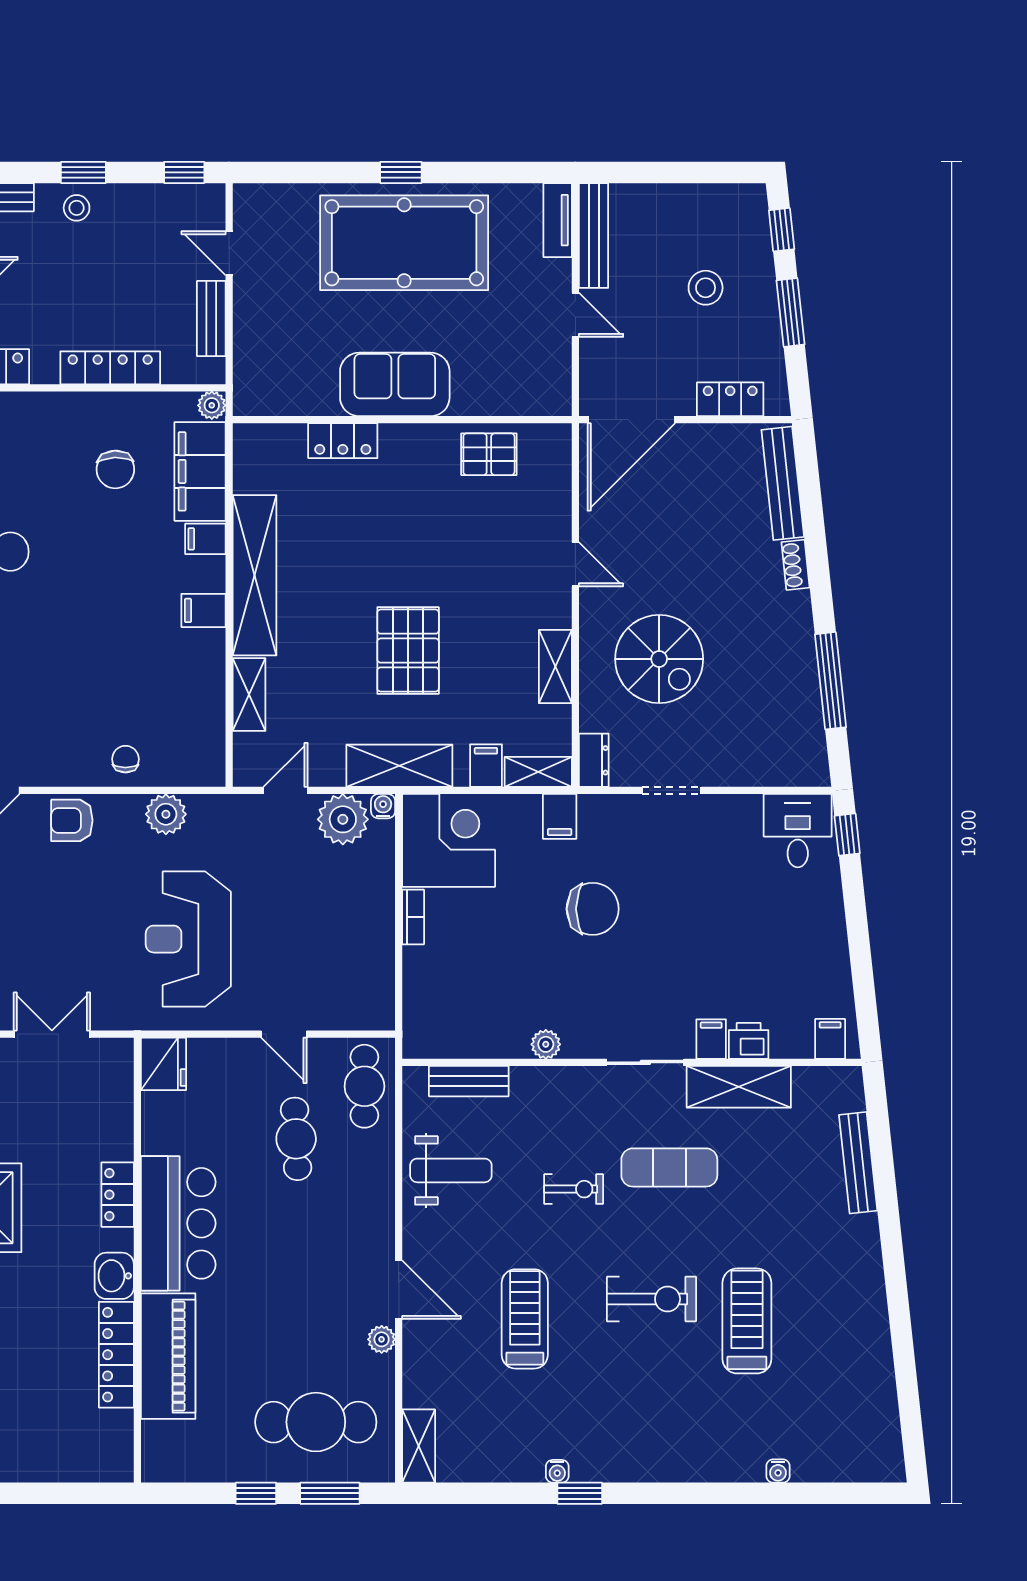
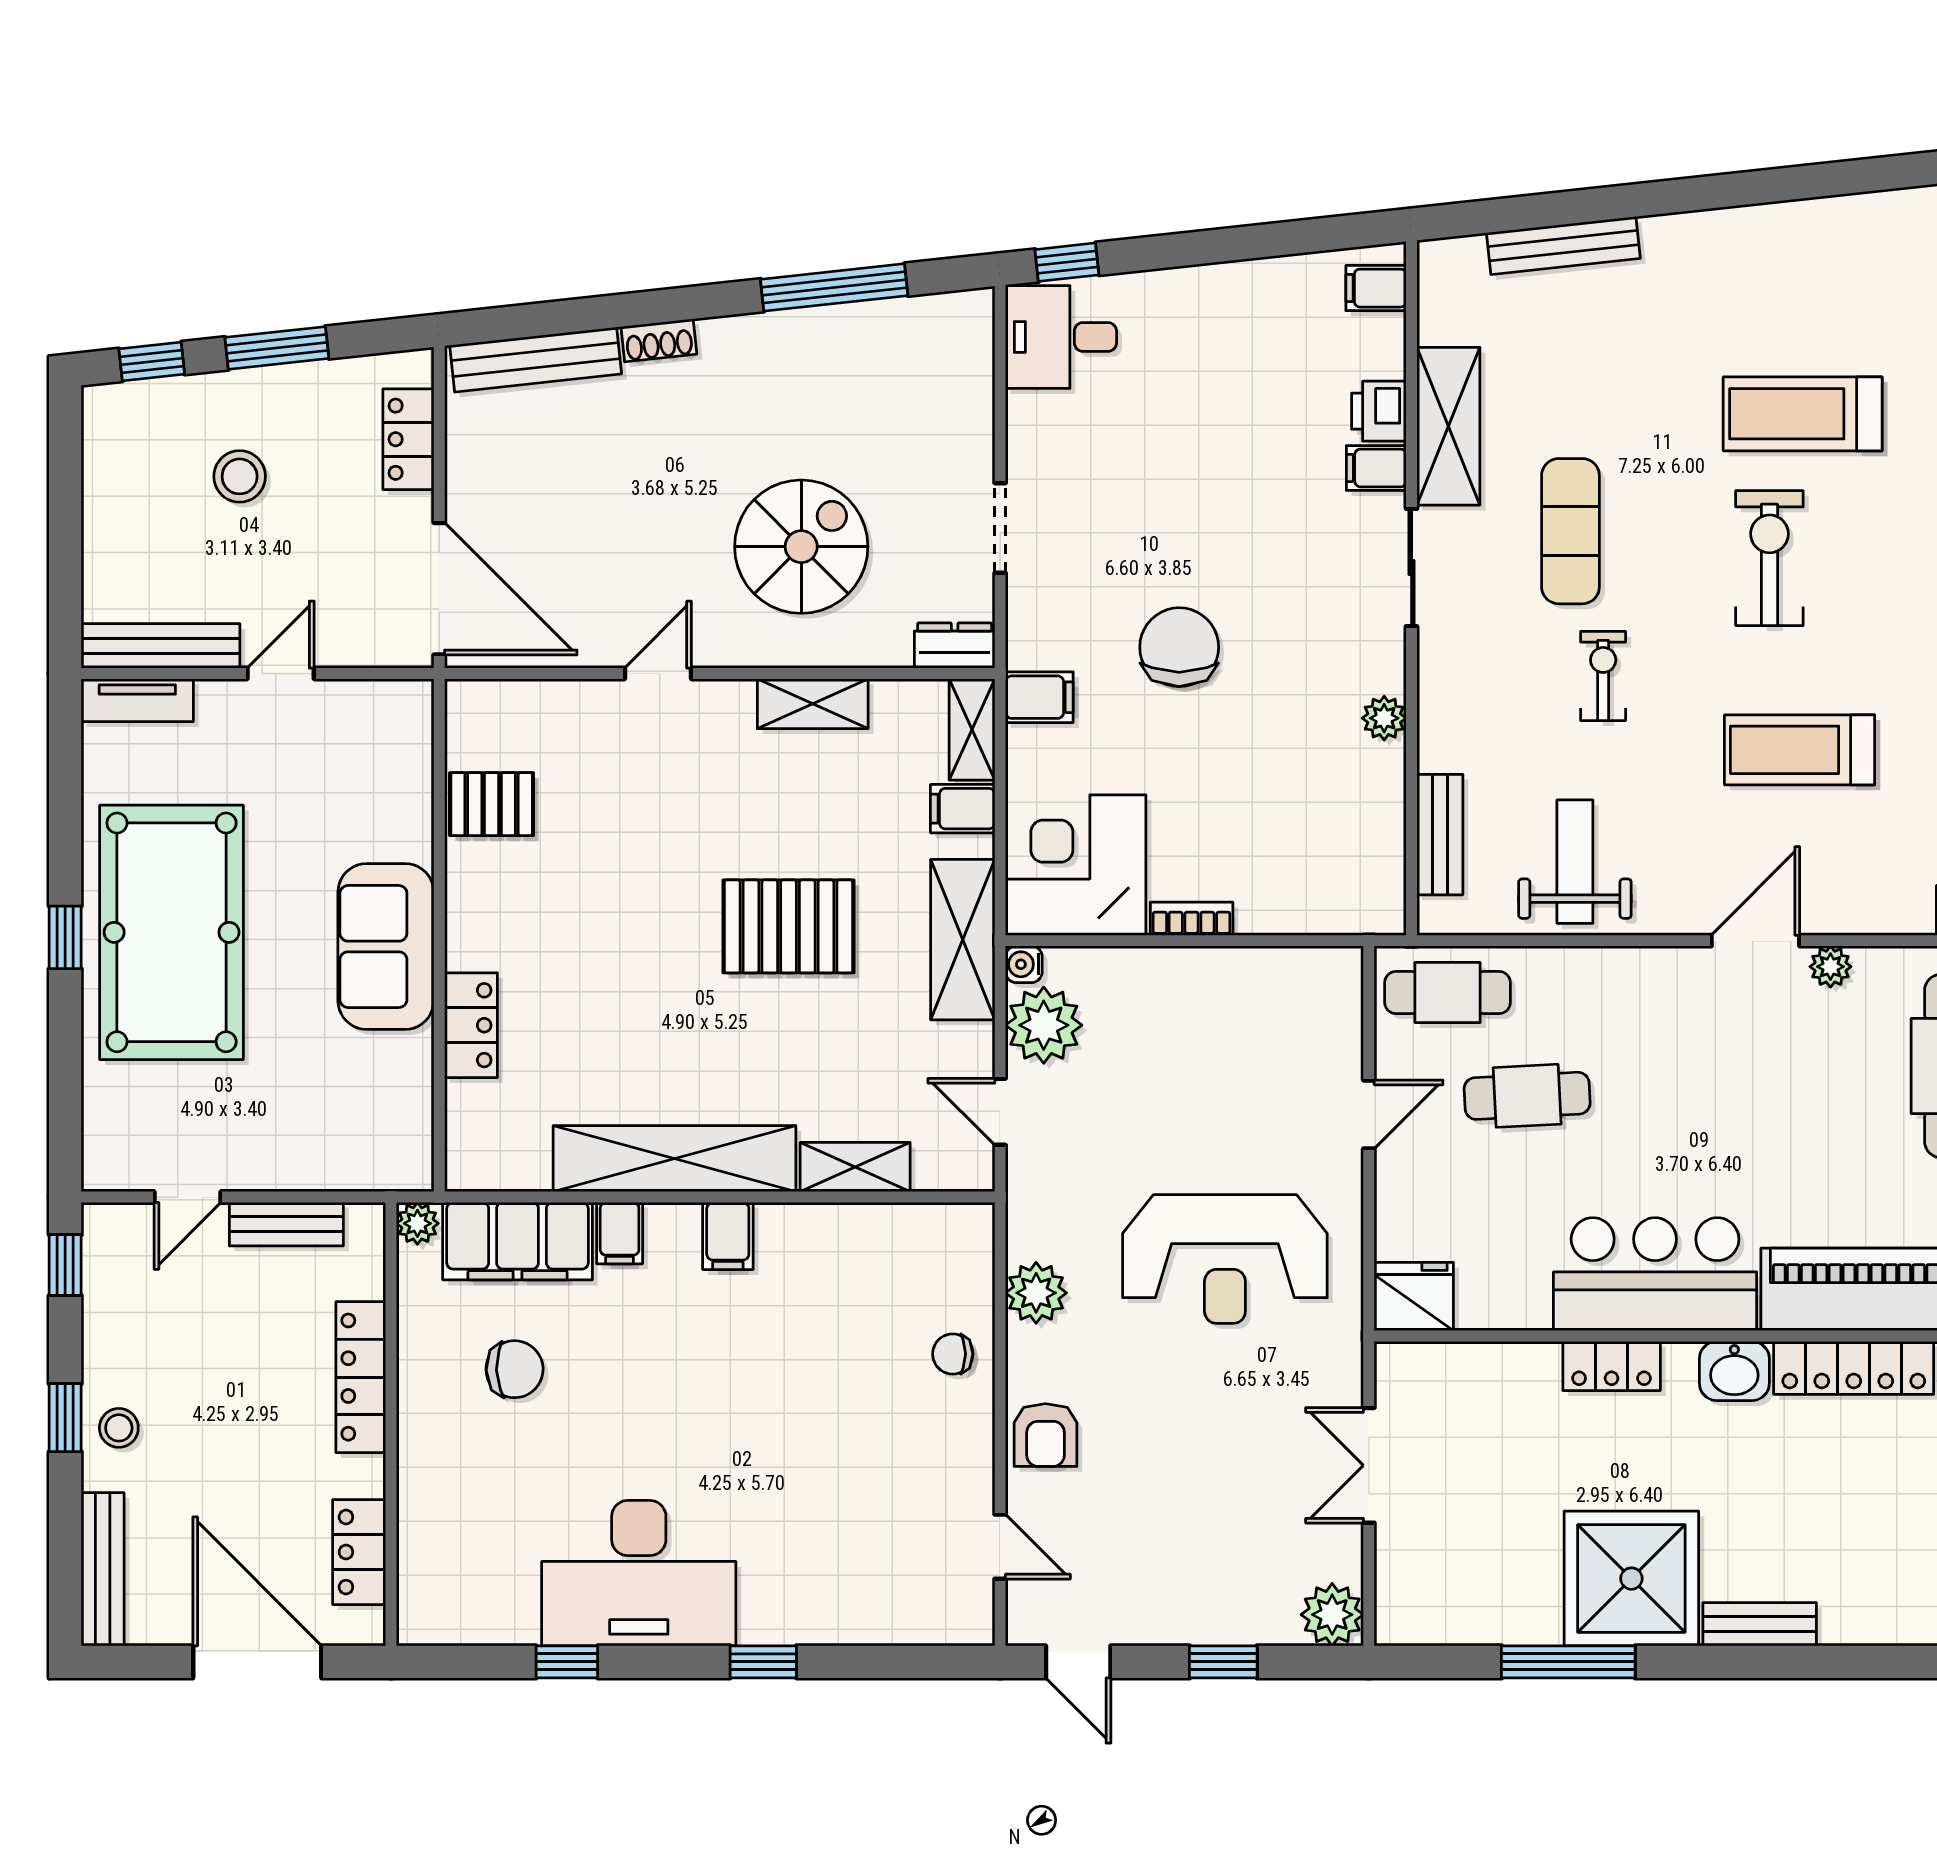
pallet: (489, 454) -> (492, 804), turned 90

